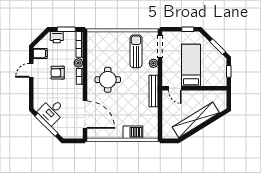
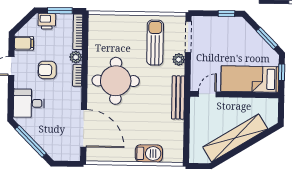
bed: (191, 65) -> (250, 79), moved, turned -90
round table: (108, 80) -> (116, 81), width x1.36, depth x1.36
door: (175, 88) -> (207, 94), swing flipped
desk: (52, 111) -> (29, 103), moved, turned 45

